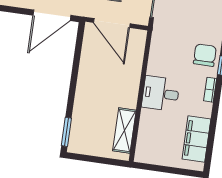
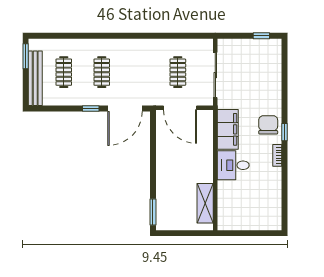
window: (15, 10) -> (91, 109), added
filing cabinet: (196, 139) -> (228, 129), moved, turned 180

